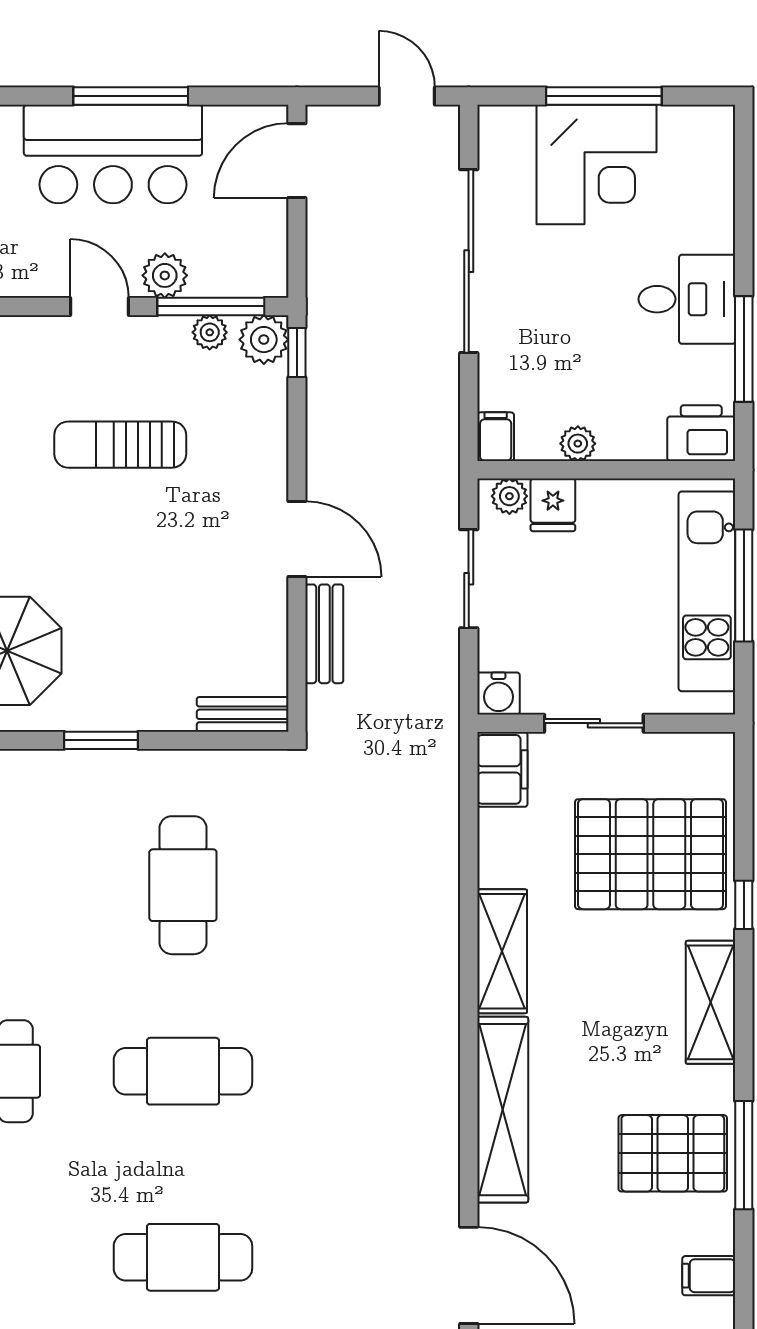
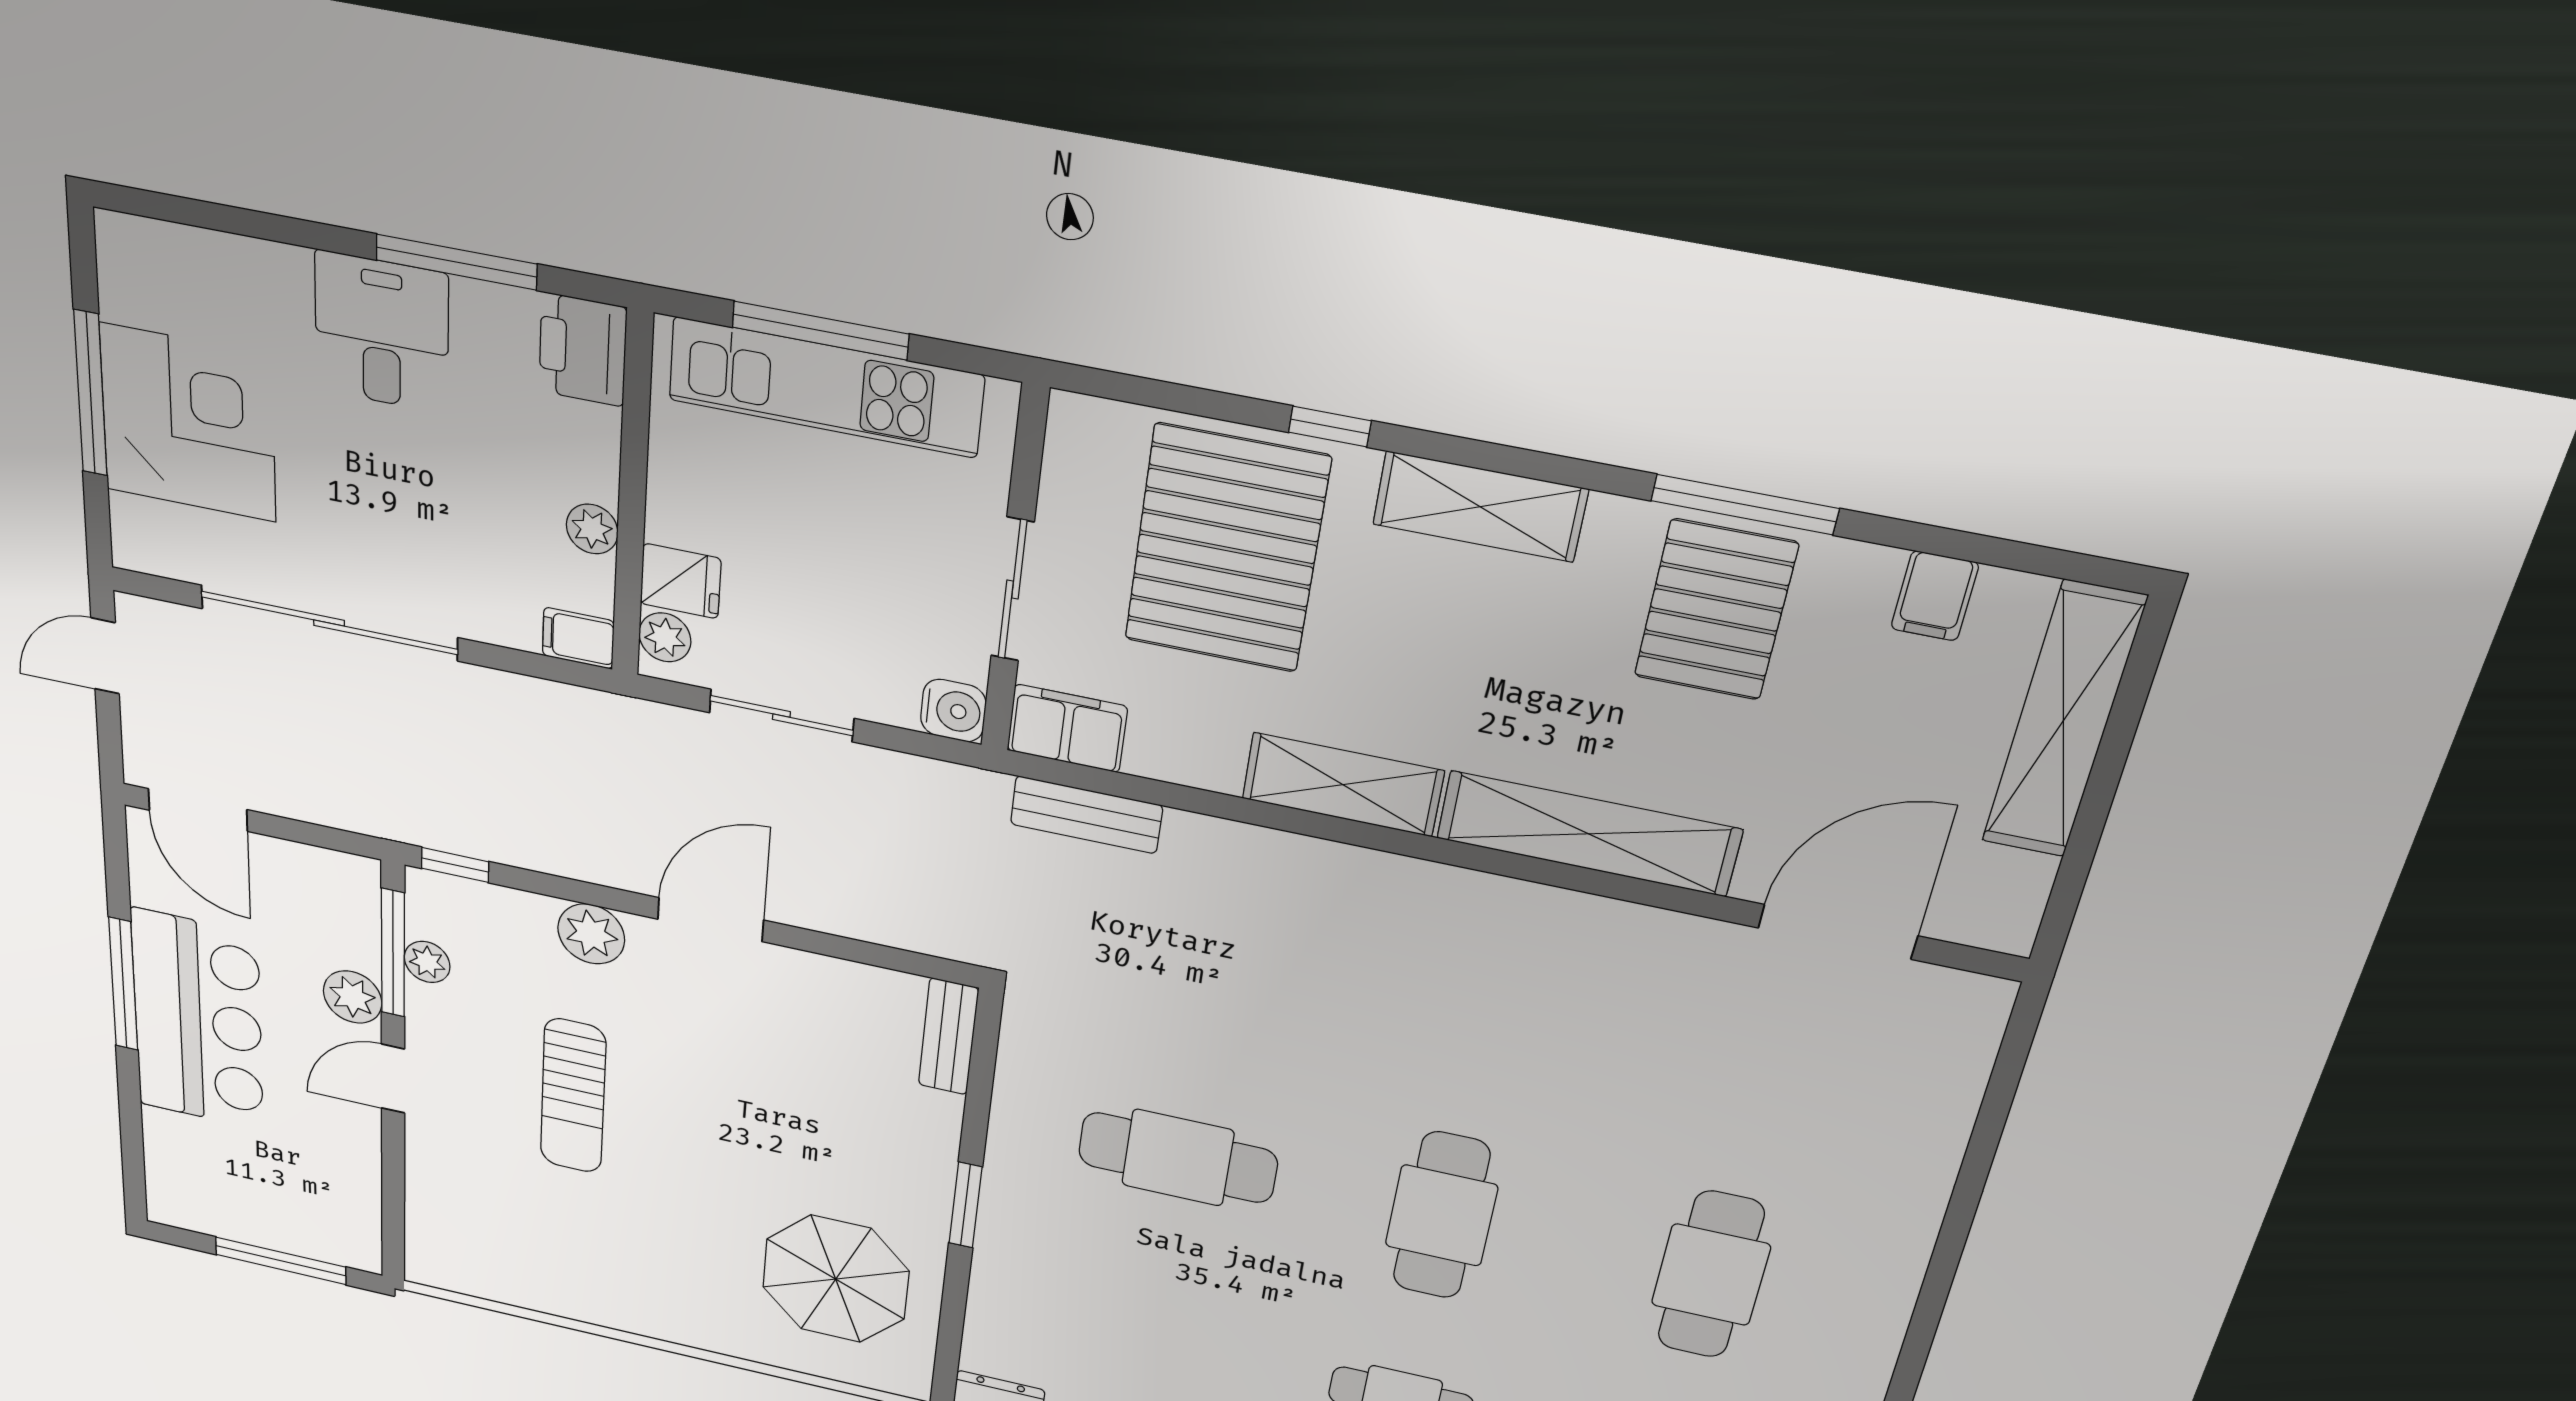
plant: (264, 340) -> (591, 934), moved
bench: (324, 634) -> (1086, 815), moved

